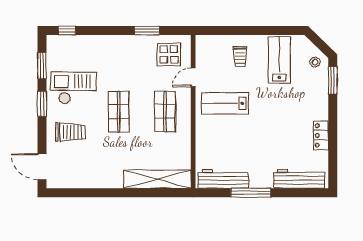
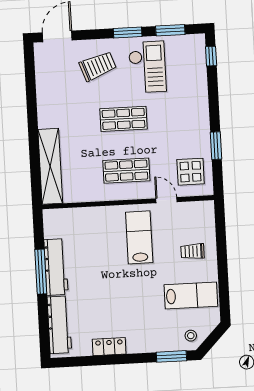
trolley: (70, 132) -> (98, 66), turned -110
workbench: (223, 179) -> (56, 267), moved

